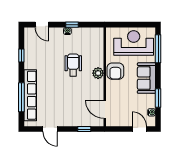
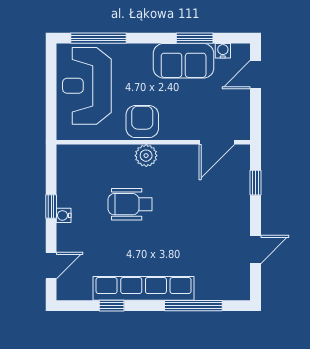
armchair: (115, 71) -> (142, 122), turned -90
sofa: (146, 78) -> (184, 61), moved
row of seats: (30, 95) -> (144, 288), moved

